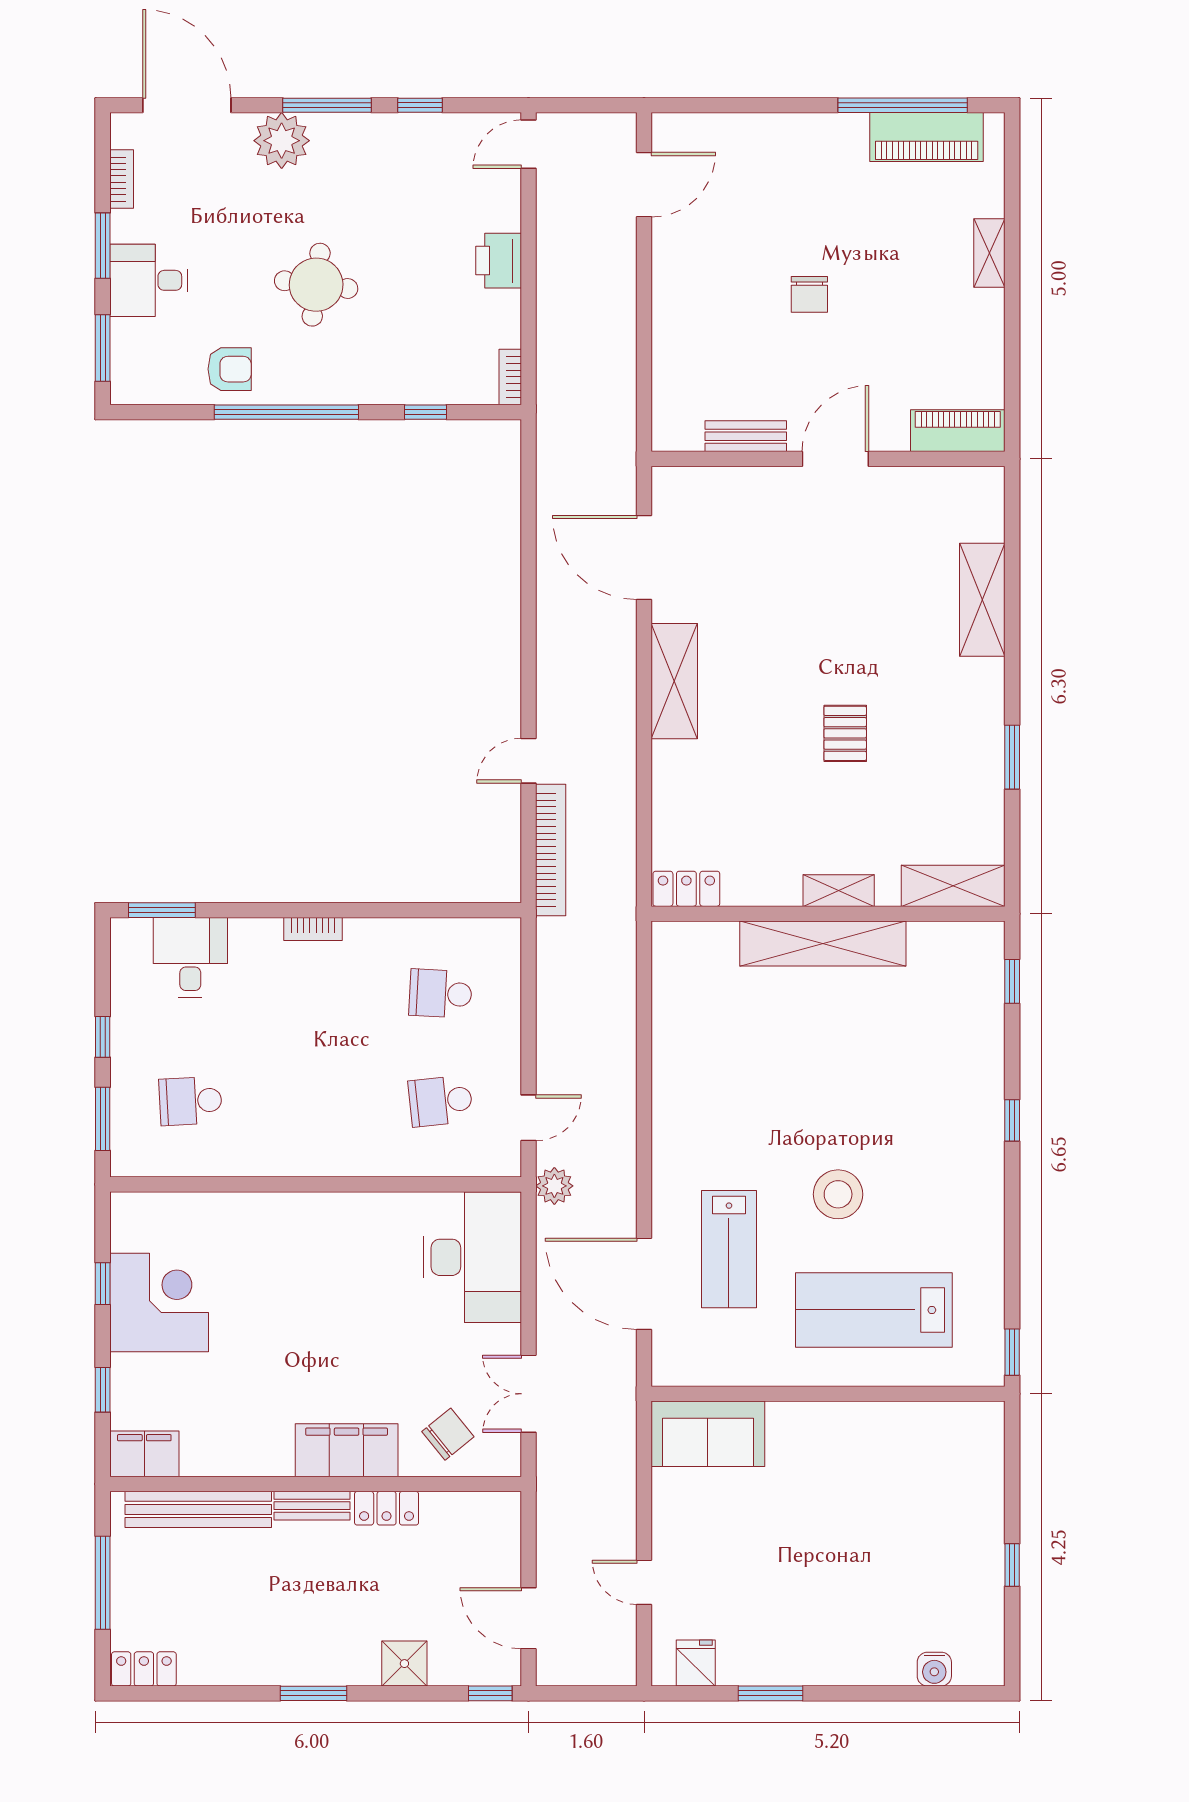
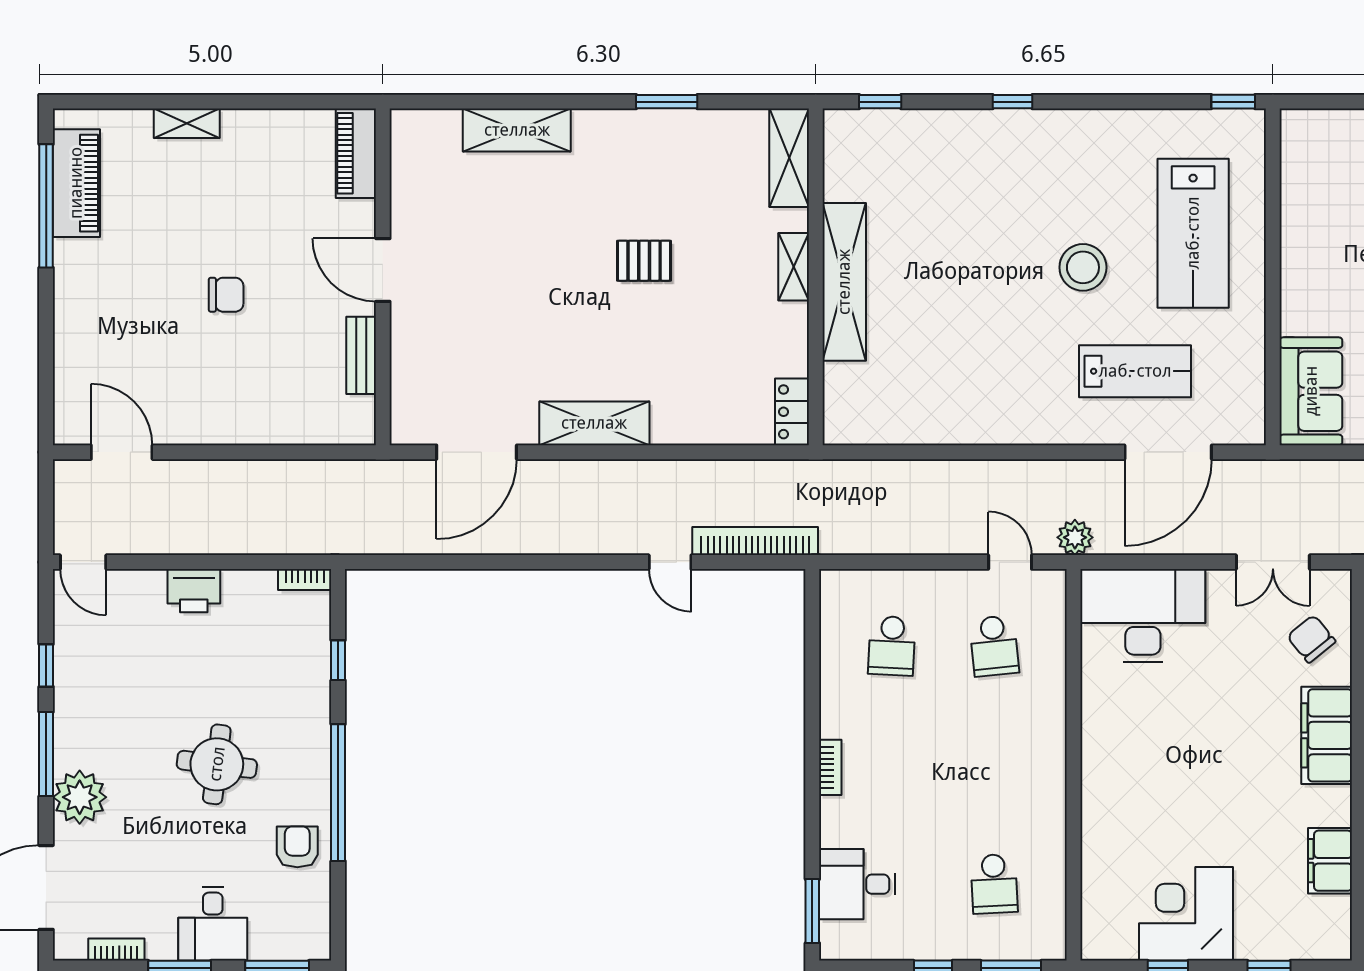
filing cabinet: (144, 1454) -> (1330, 861), moved

